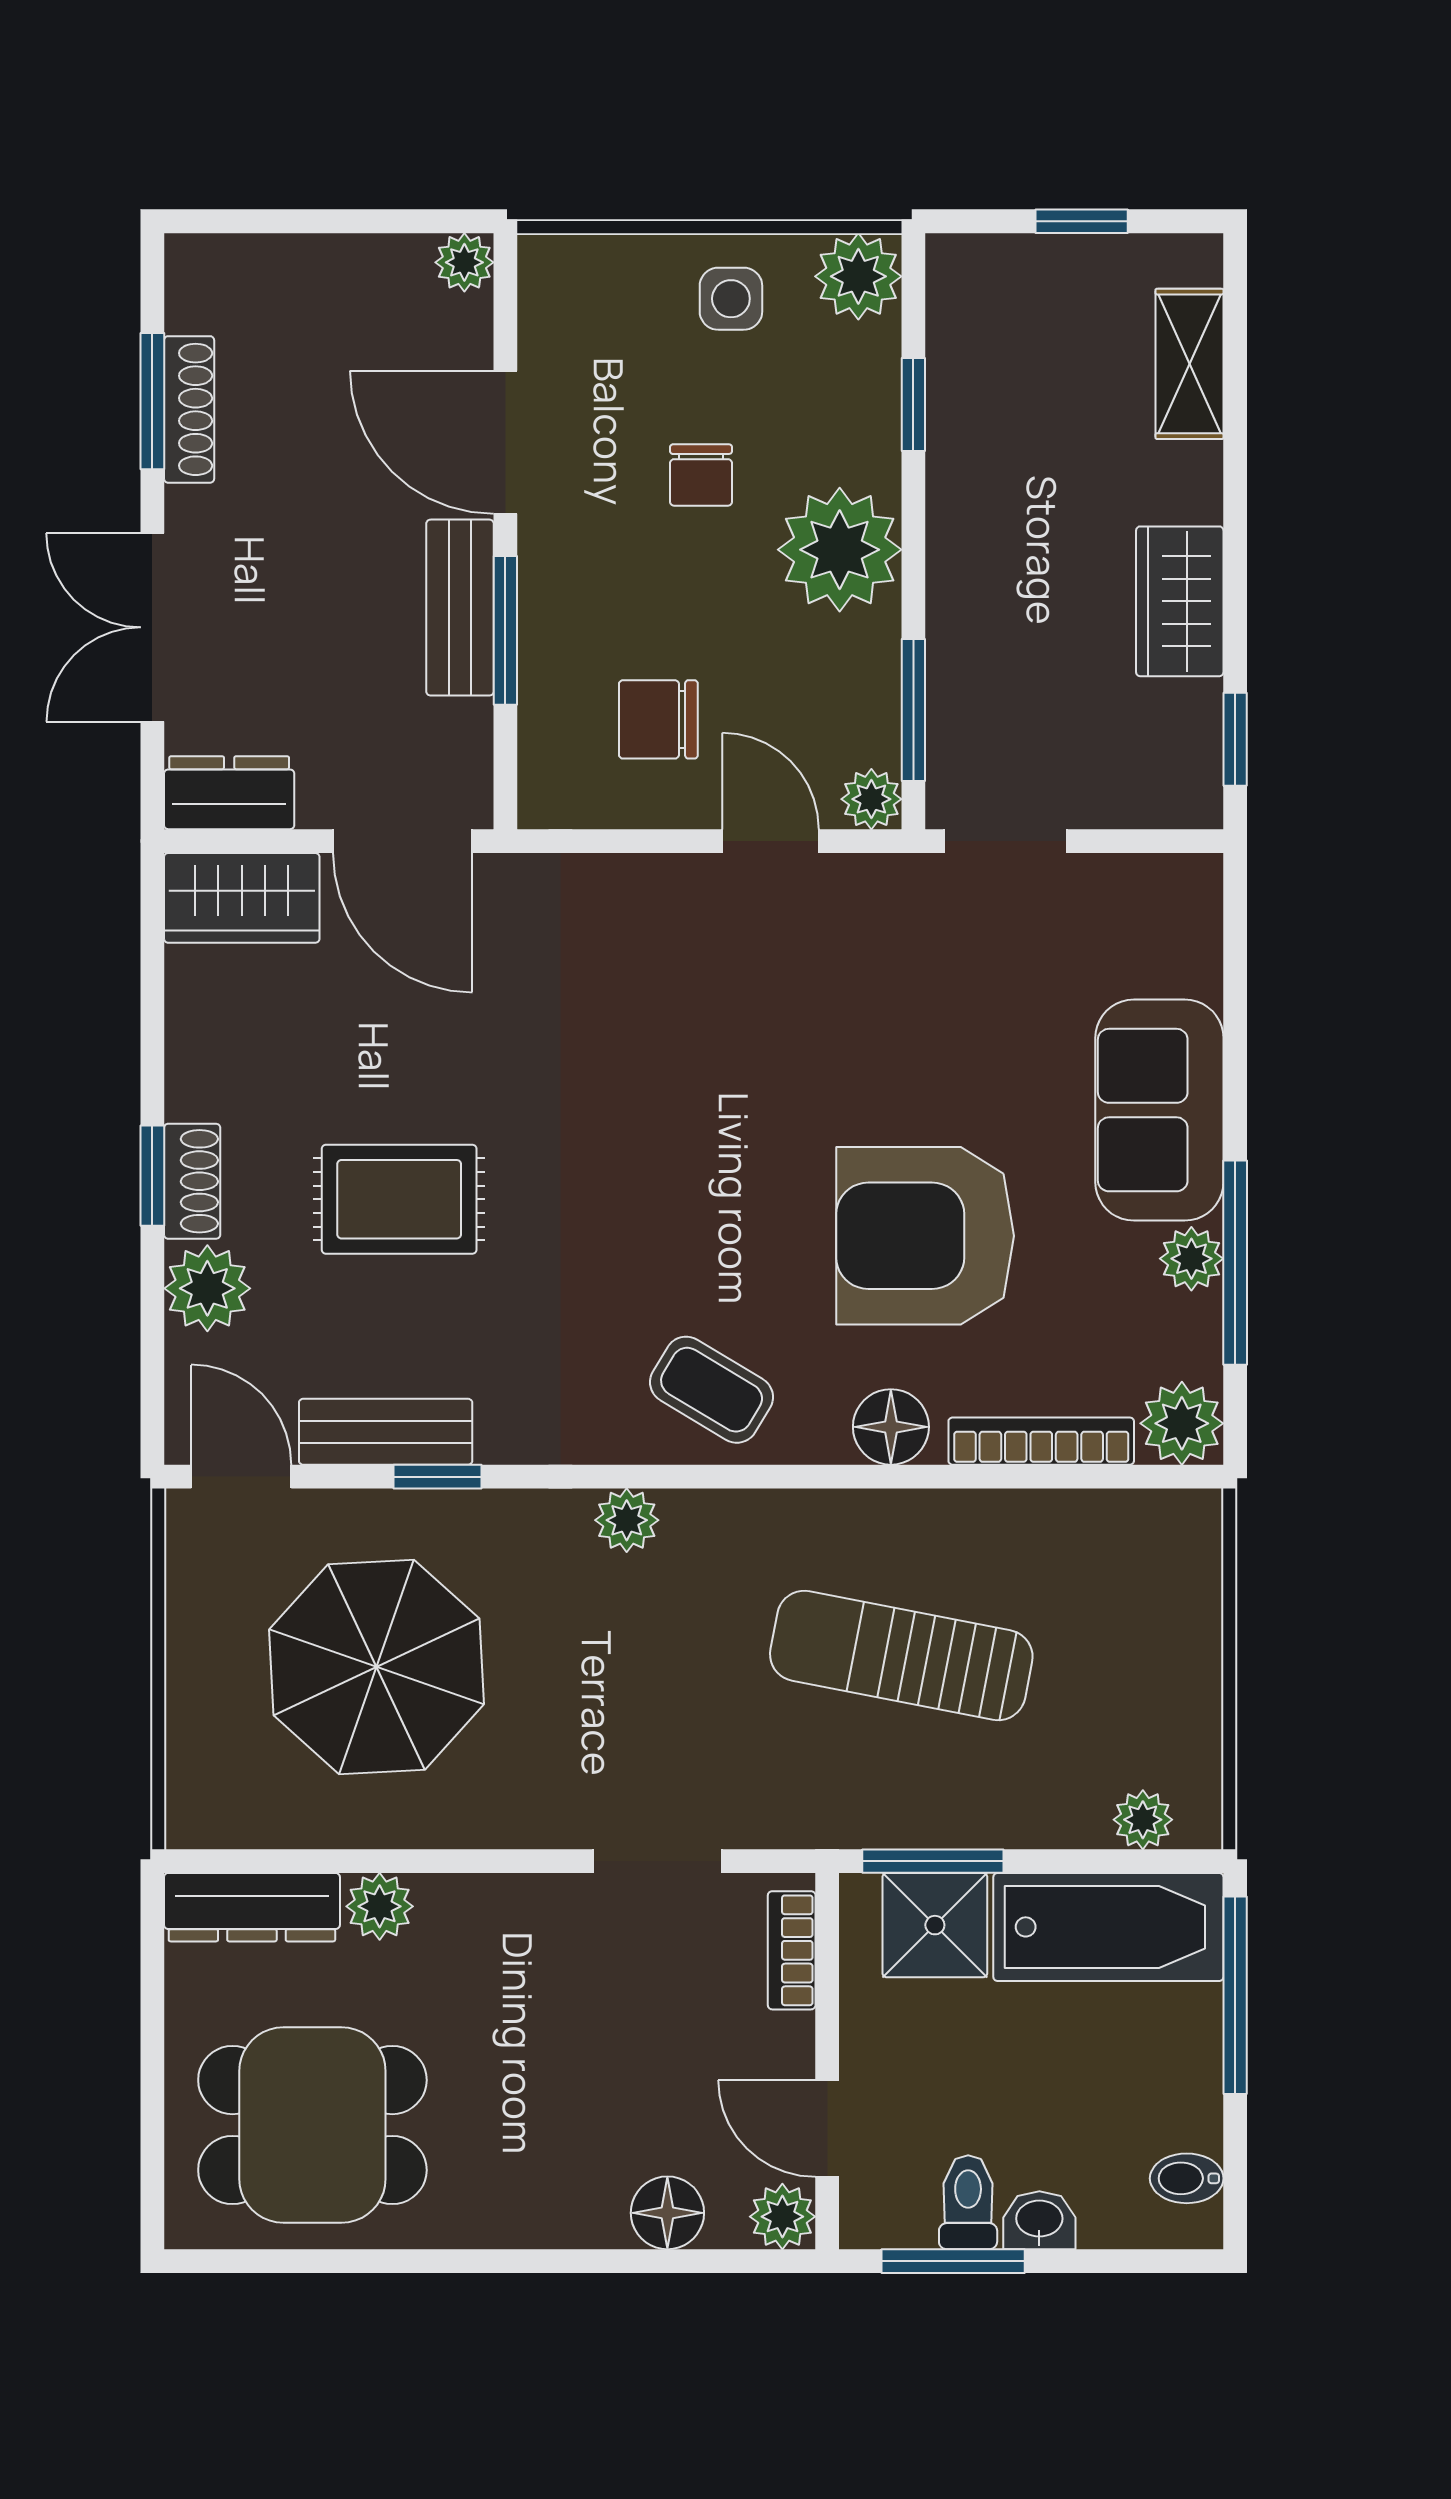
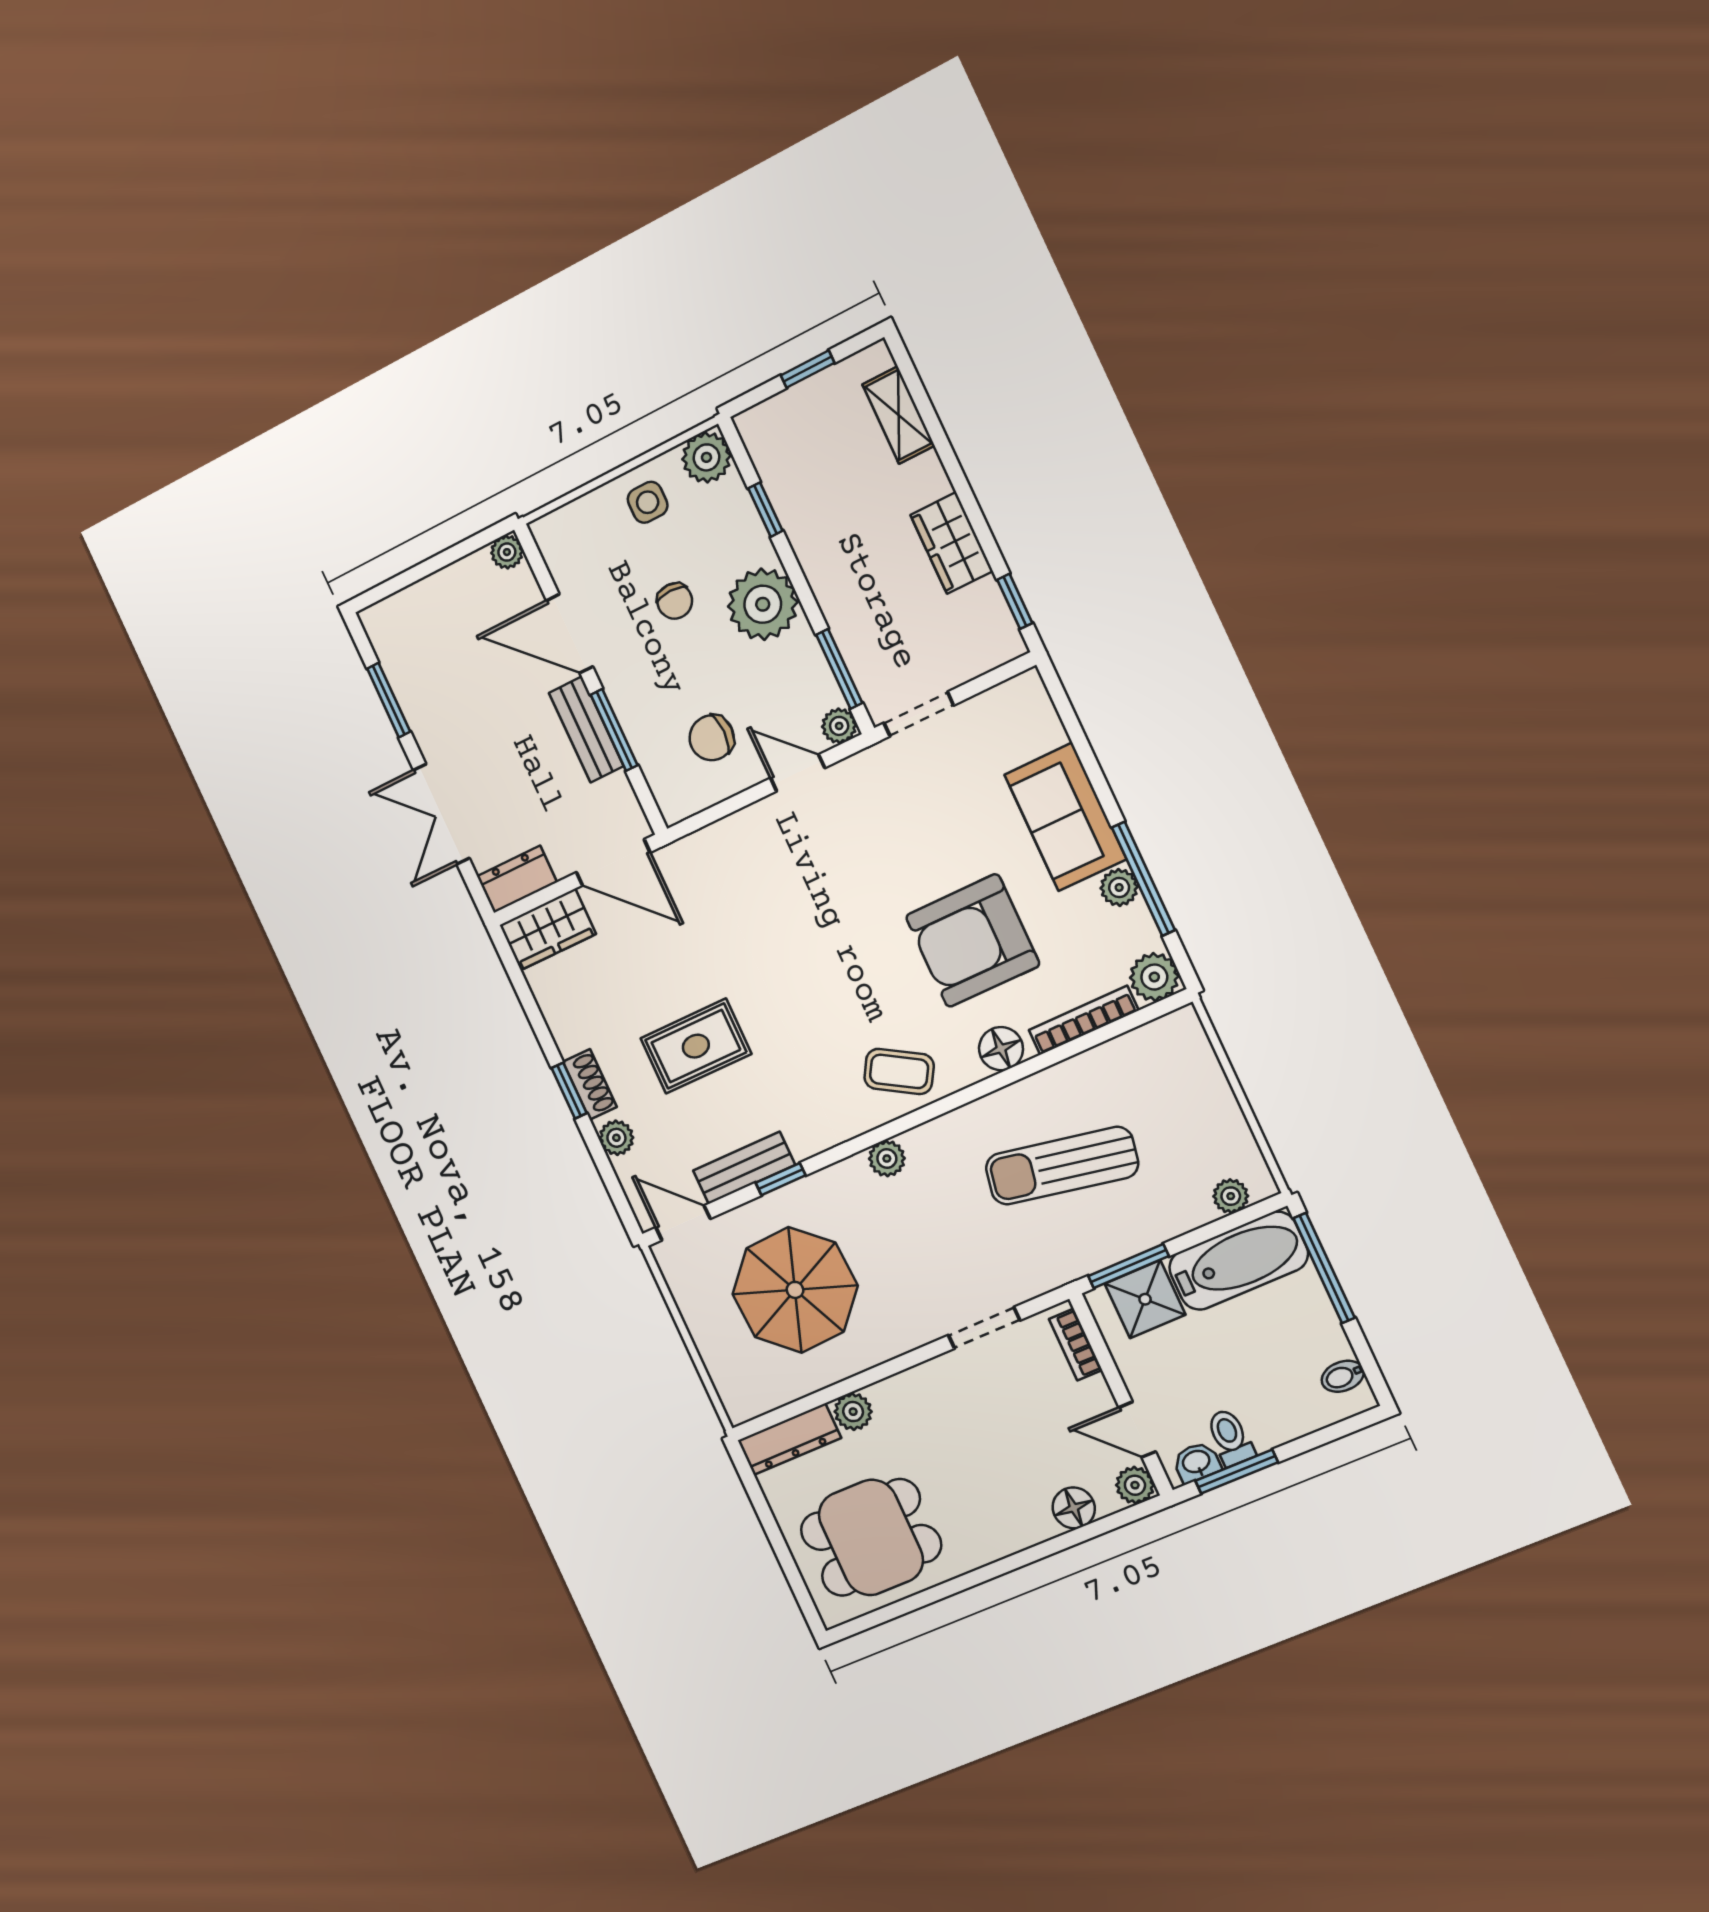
shoe rack: (189, 409) -> (408, 695), removed
plant: (207, 1288) -> (616, 1138), width x0.73, depth x0.73
washbasin: (1039, 2220) -> (1196, 1462), moved

